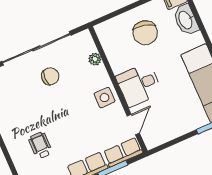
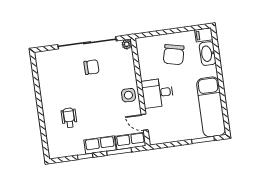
plant: (95, 59) -> (127, 44), moved
door: (133, 125) -> (145, 122), swing flipped

